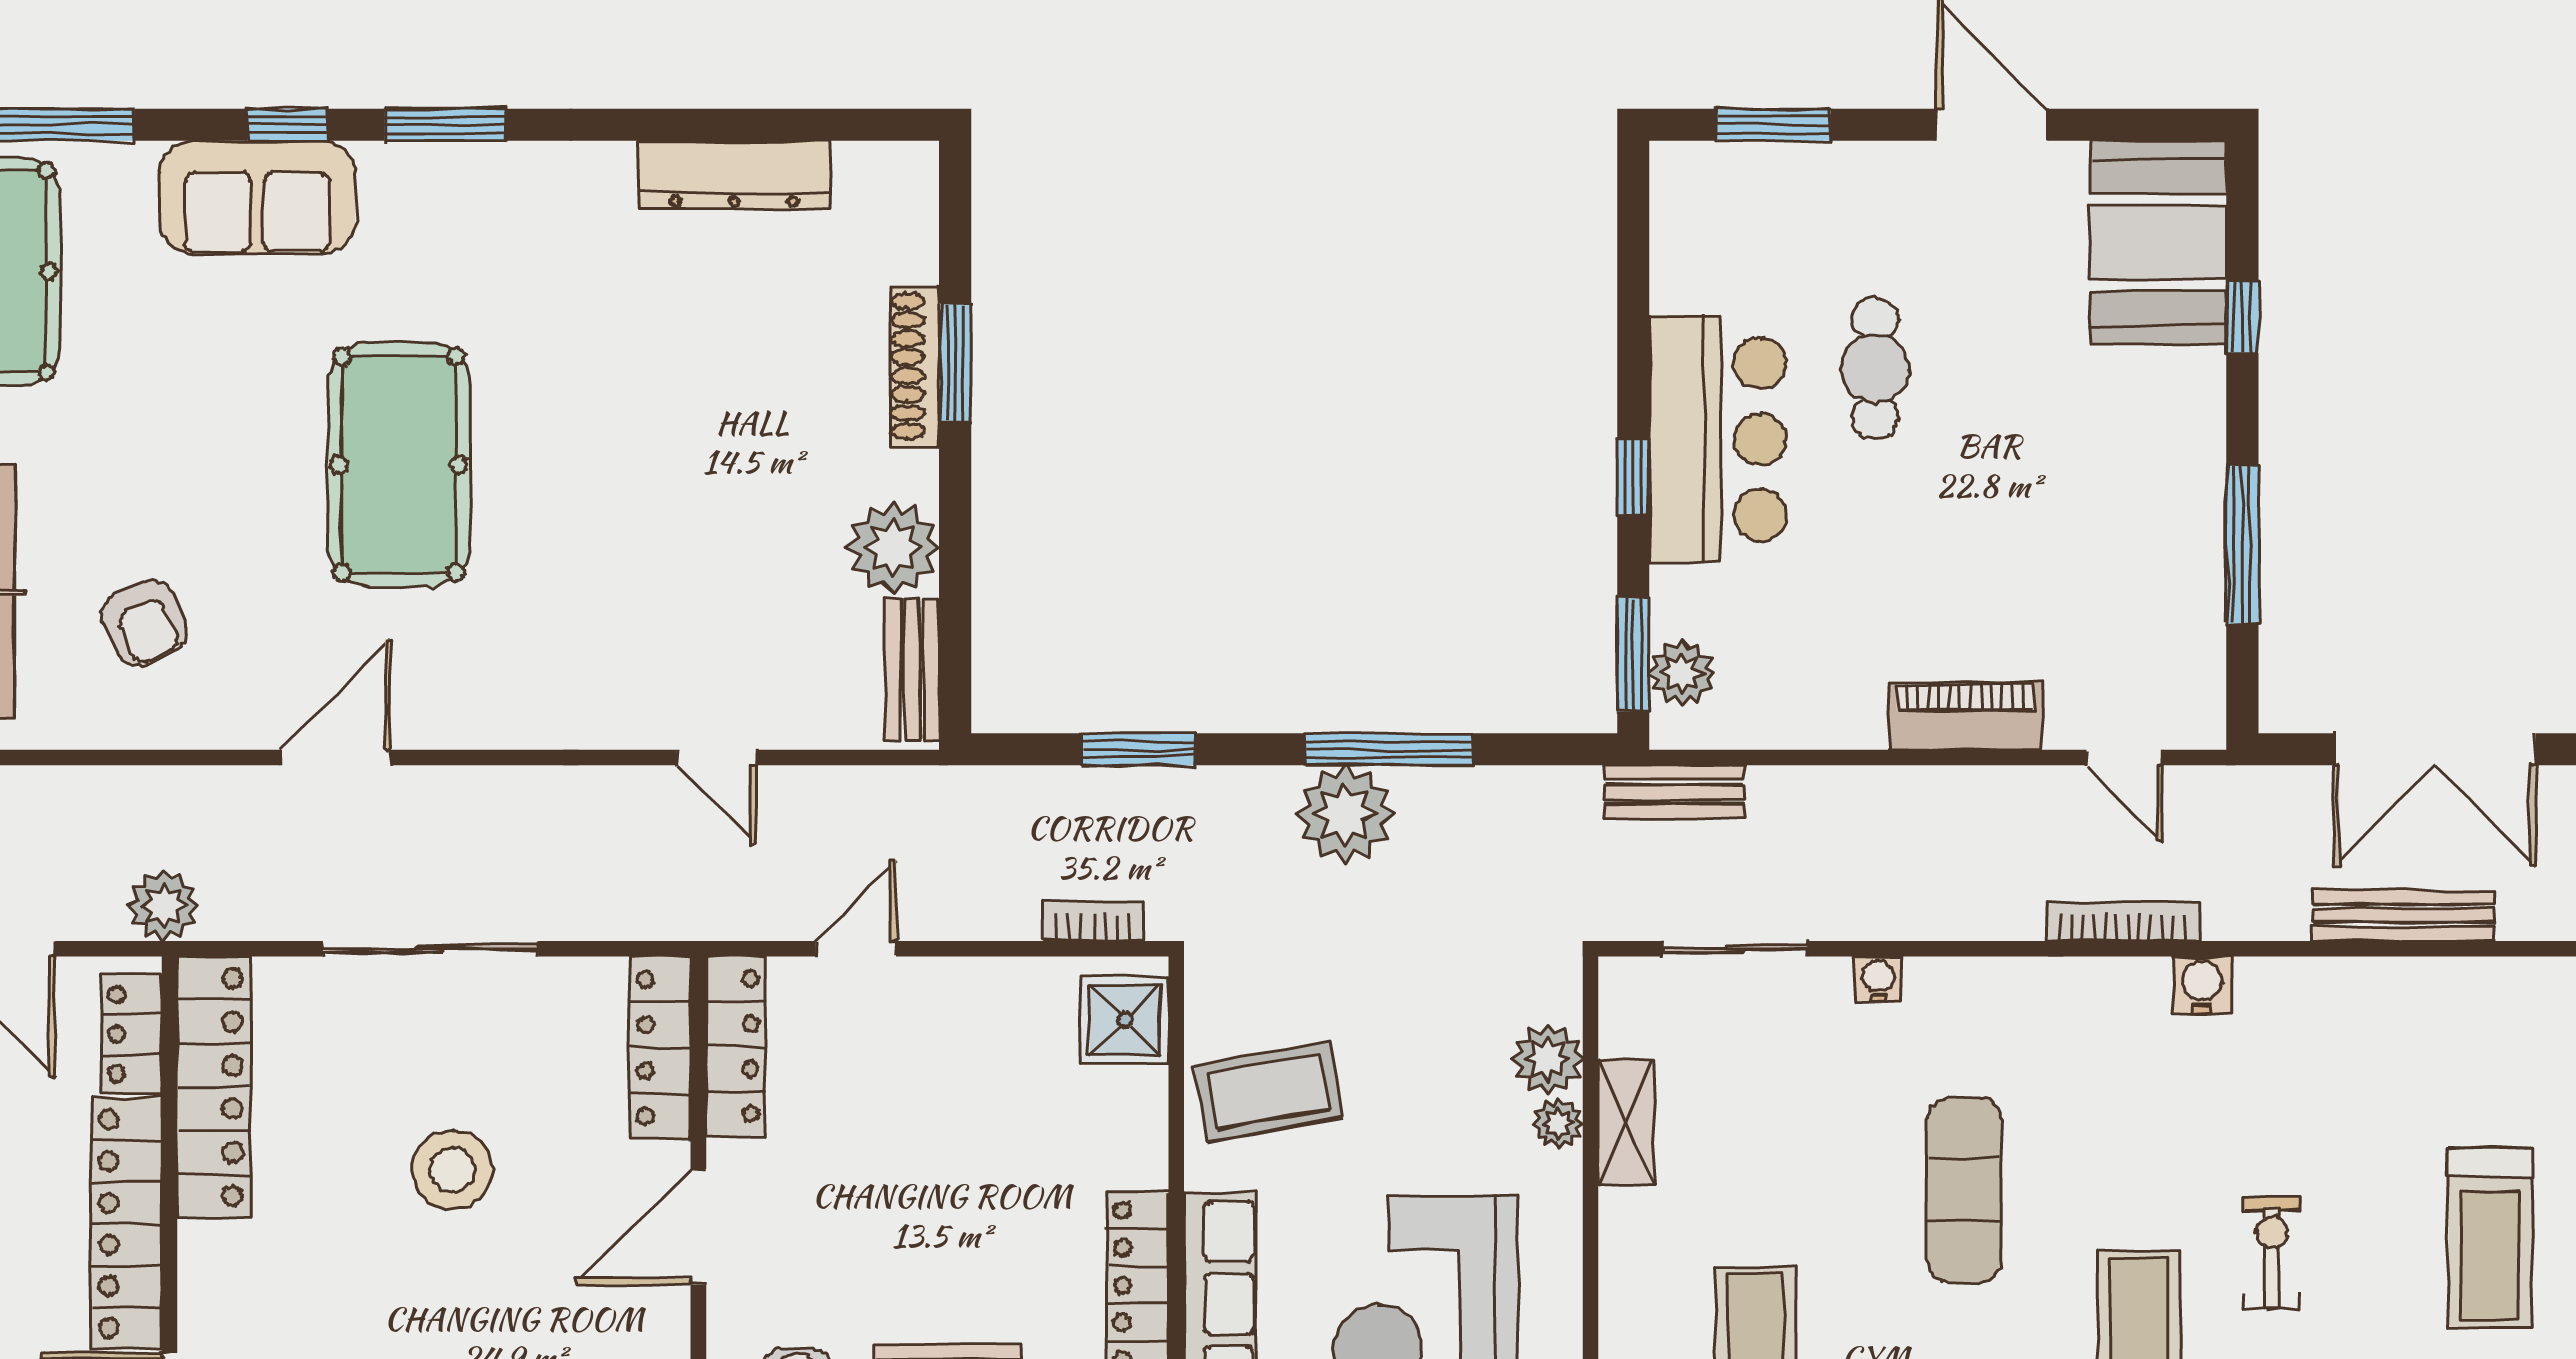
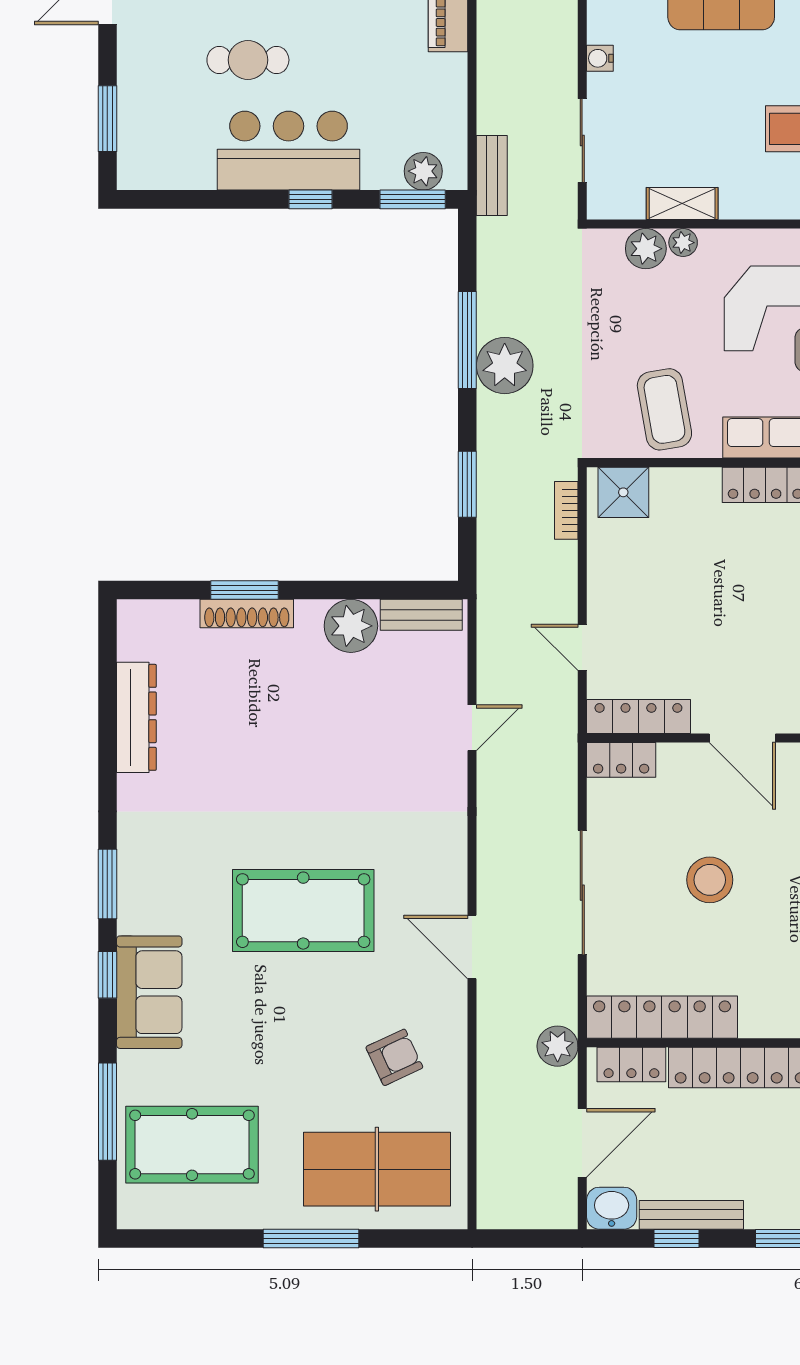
locker: (660, 1048) -> (621, 760), width x0.66

